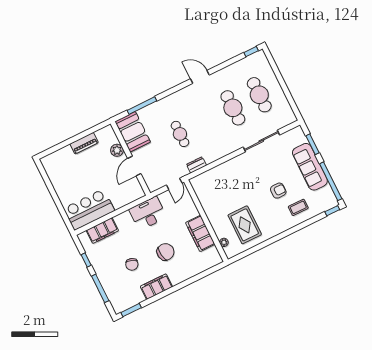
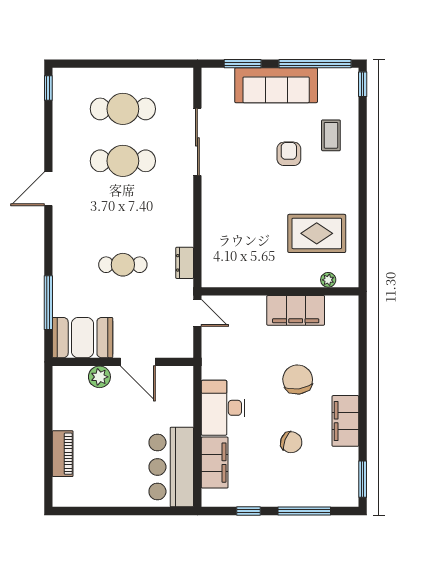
piano: (84, 143) -> (63, 454), moved
desk: (148, 213) -> (223, 408), moved

